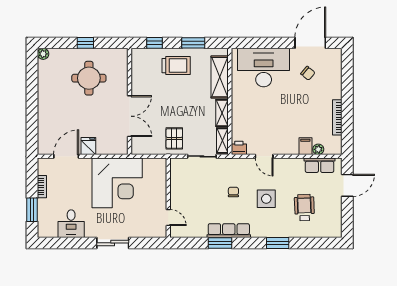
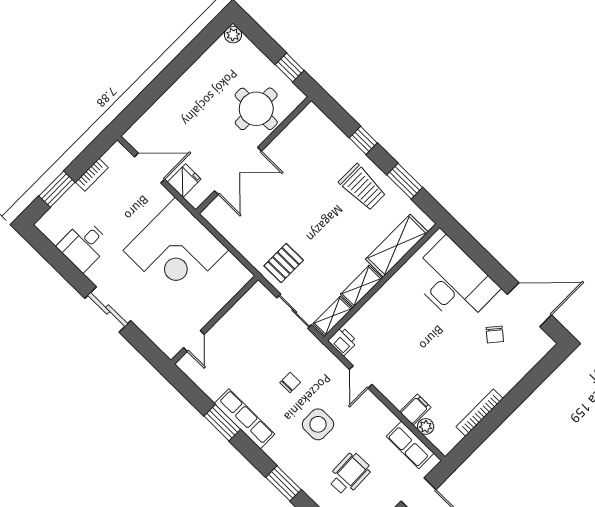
wall: (129, 101) -> (253, 155), moved
double door: (129, 116) -> (238, 171), moved

